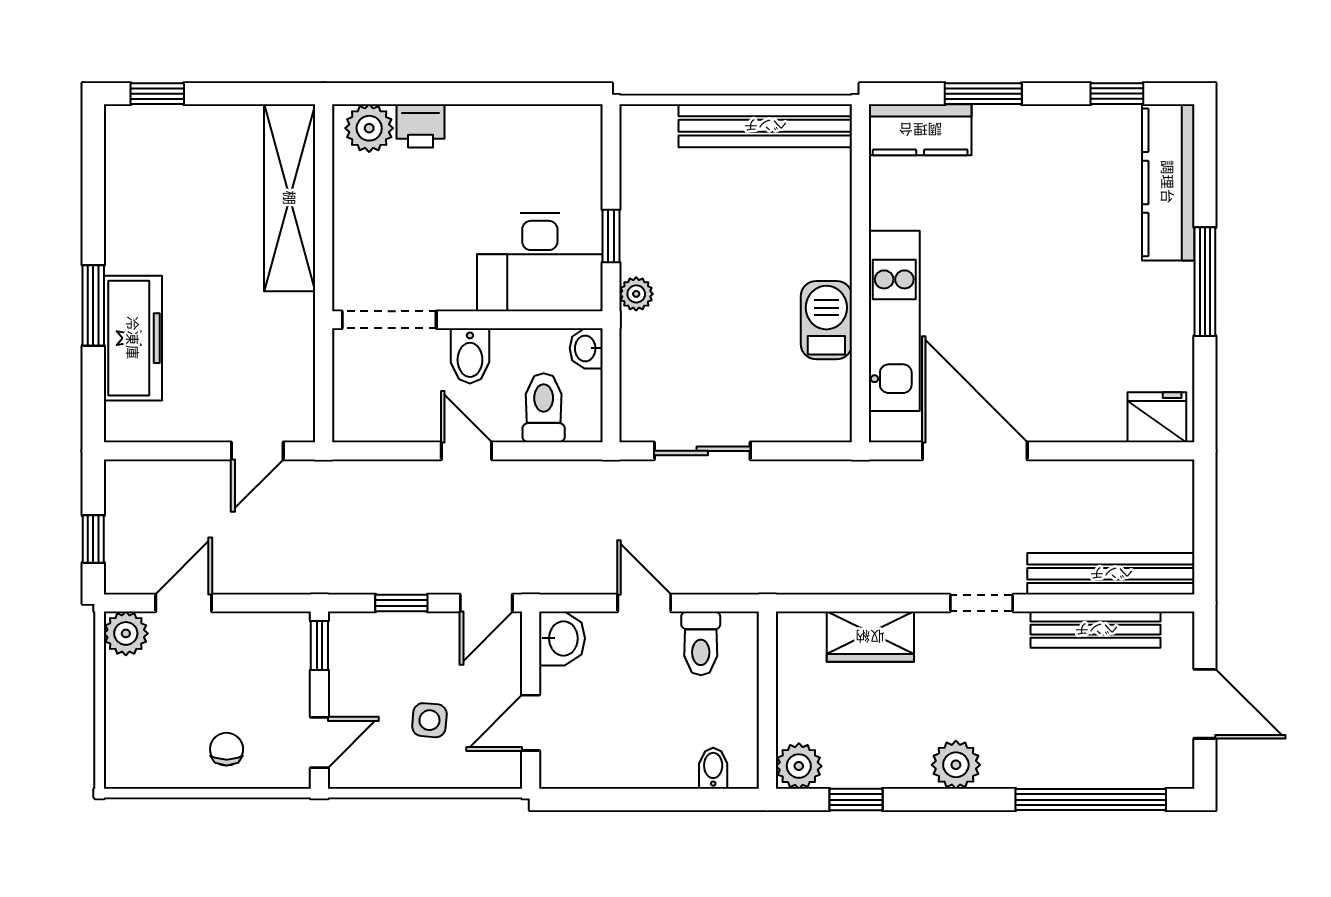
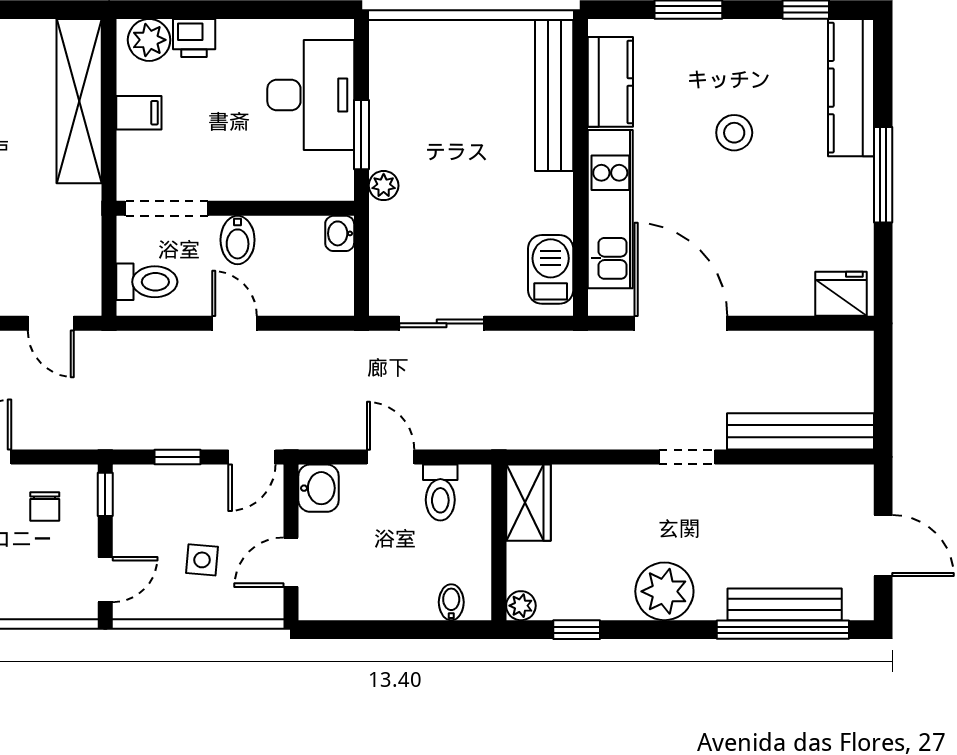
bench: (765, 126) -> (554, 95), moved, turned 90
kitchen counter: (920, 130) -> (610, 82), moved, turned -90
filing cabinet: (358, 211) -> (139, 113), added
stool: (1035, 234) -> (734, 133), added
window: (611, 236) -> (361, 135), width x1.50
desk: (540, 262) -> (311, 95), moved, turned -90
barbecue: (826, 320) -> (551, 269), moved
toilet: (544, 408) -> (147, 282), moved, turned 90
door: (257, 451) -> (51, 323), hinge flipped
bench: (1096, 630) -> (785, 604), moved
wardrobe: (870, 637) -> (528, 503), moved, turned -90
chair: (227, 749) -> (45, 506), moved, turned 180
plant: (956, 765) -> (664, 591), width x1.36, depth x1.36
plant: (799, 766) -> (521, 606), width x0.73, depth x0.73

